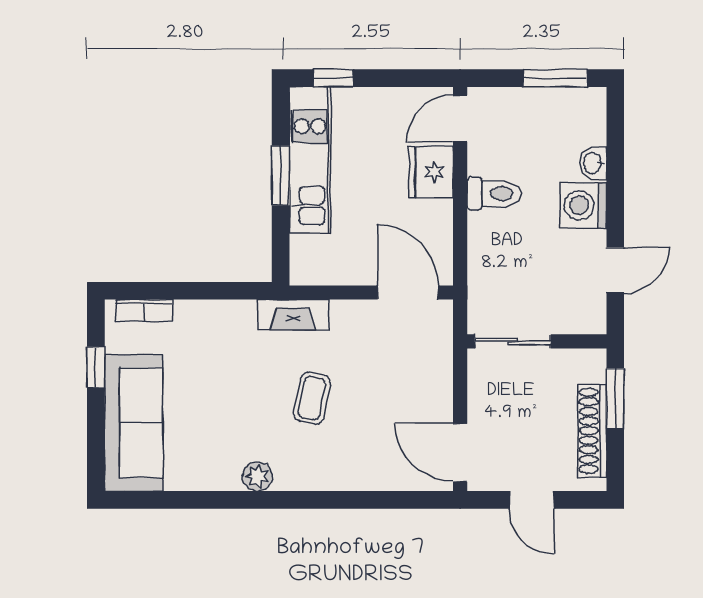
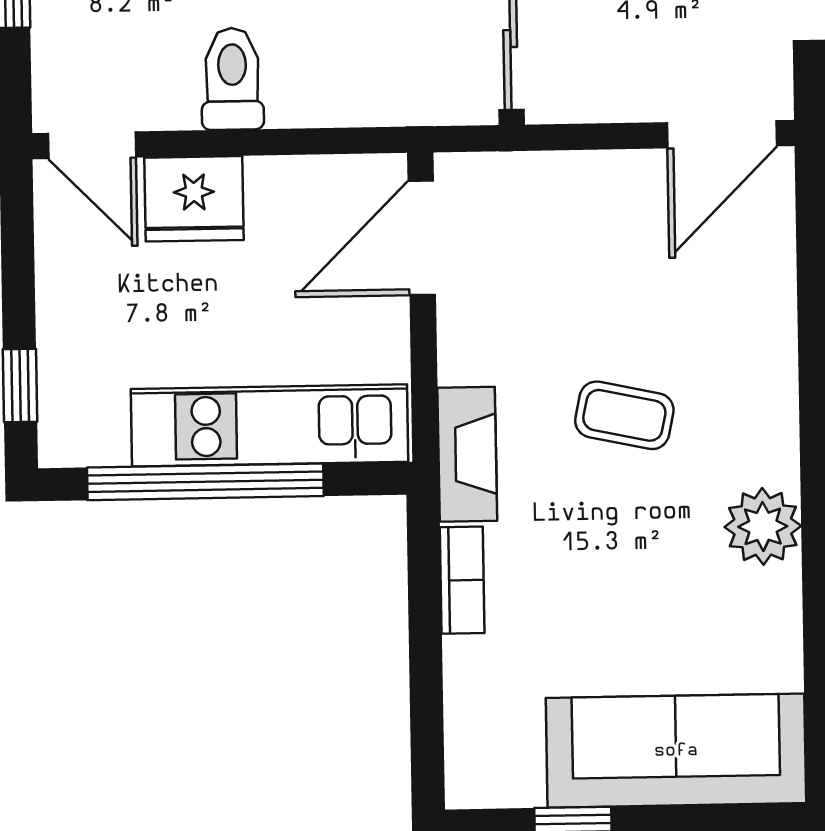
kitchen unit: (310, 160) -> (269, 425), moved
window: (281, 175) -> (205, 482), width x2.11
bookcase: (144, 311) -> (462, 580), moved
plant: (257, 476) -> (763, 526), width x1.38, depth x1.38

